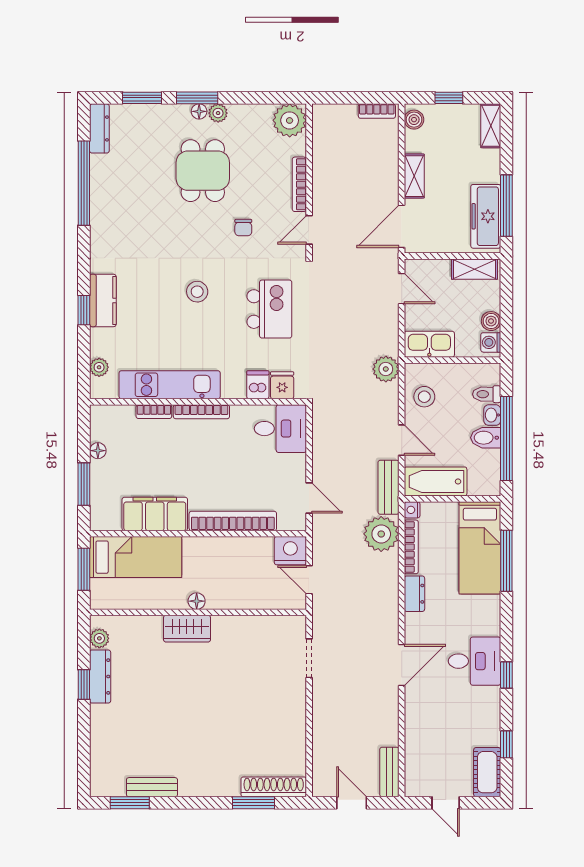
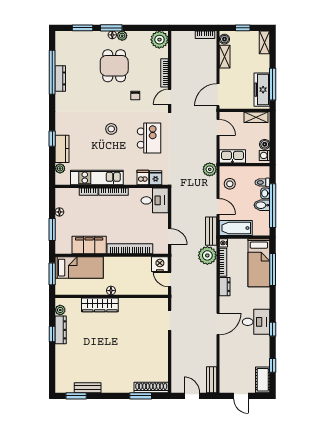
dresser: (99, 128) -> (60, 78), moved
shelving: (414, 176) -> (225, 57), moved
kitchen counter: (103, 300) -> (62, 149), moved
wardrobe: (187, 629) -> (100, 305), width x1.50

